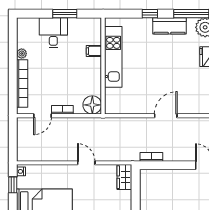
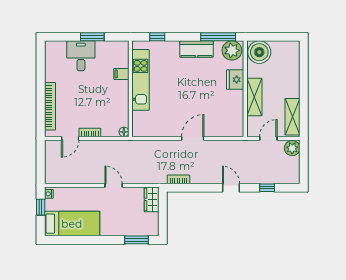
window: (150, 14) -> (157, 37), moved
plant: (22, 54) -> (49, 76), removed
floor lamp: (92, 105) -> (124, 132), width x0.53, depth x0.53

